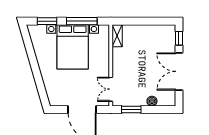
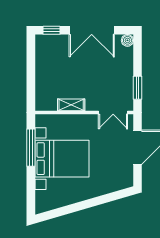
window: (47, 21) -> (31, 189), removed
shelving: (117, 36) -> (71, 105), moved
boiler: (152, 101) -> (127, 40), moved

